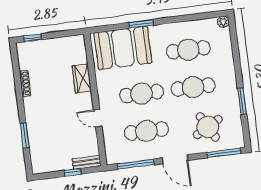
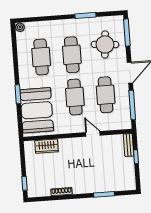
wardrobe: (82, 78) -> (46, 146), moved
door: (98, 118) -> (93, 134), swing flipped
round table: (208, 127) -> (105, 44), turned 34

